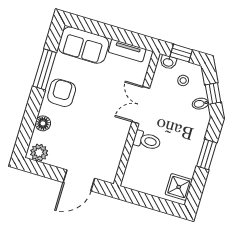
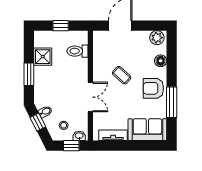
armchair: (62, 93) -> (153, 88), turned 90
coffee table: (95, 120) -> (122, 75), added
toilet: (147, 141) -> (77, 51), moved
shower: (179, 187) -> (43, 57), moved
window: (151, 202) -> (61, 26), added

